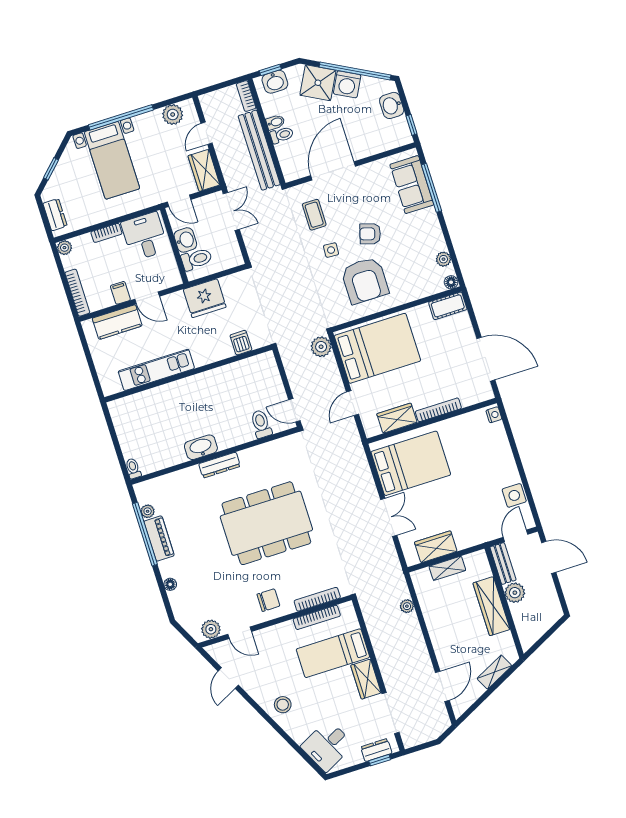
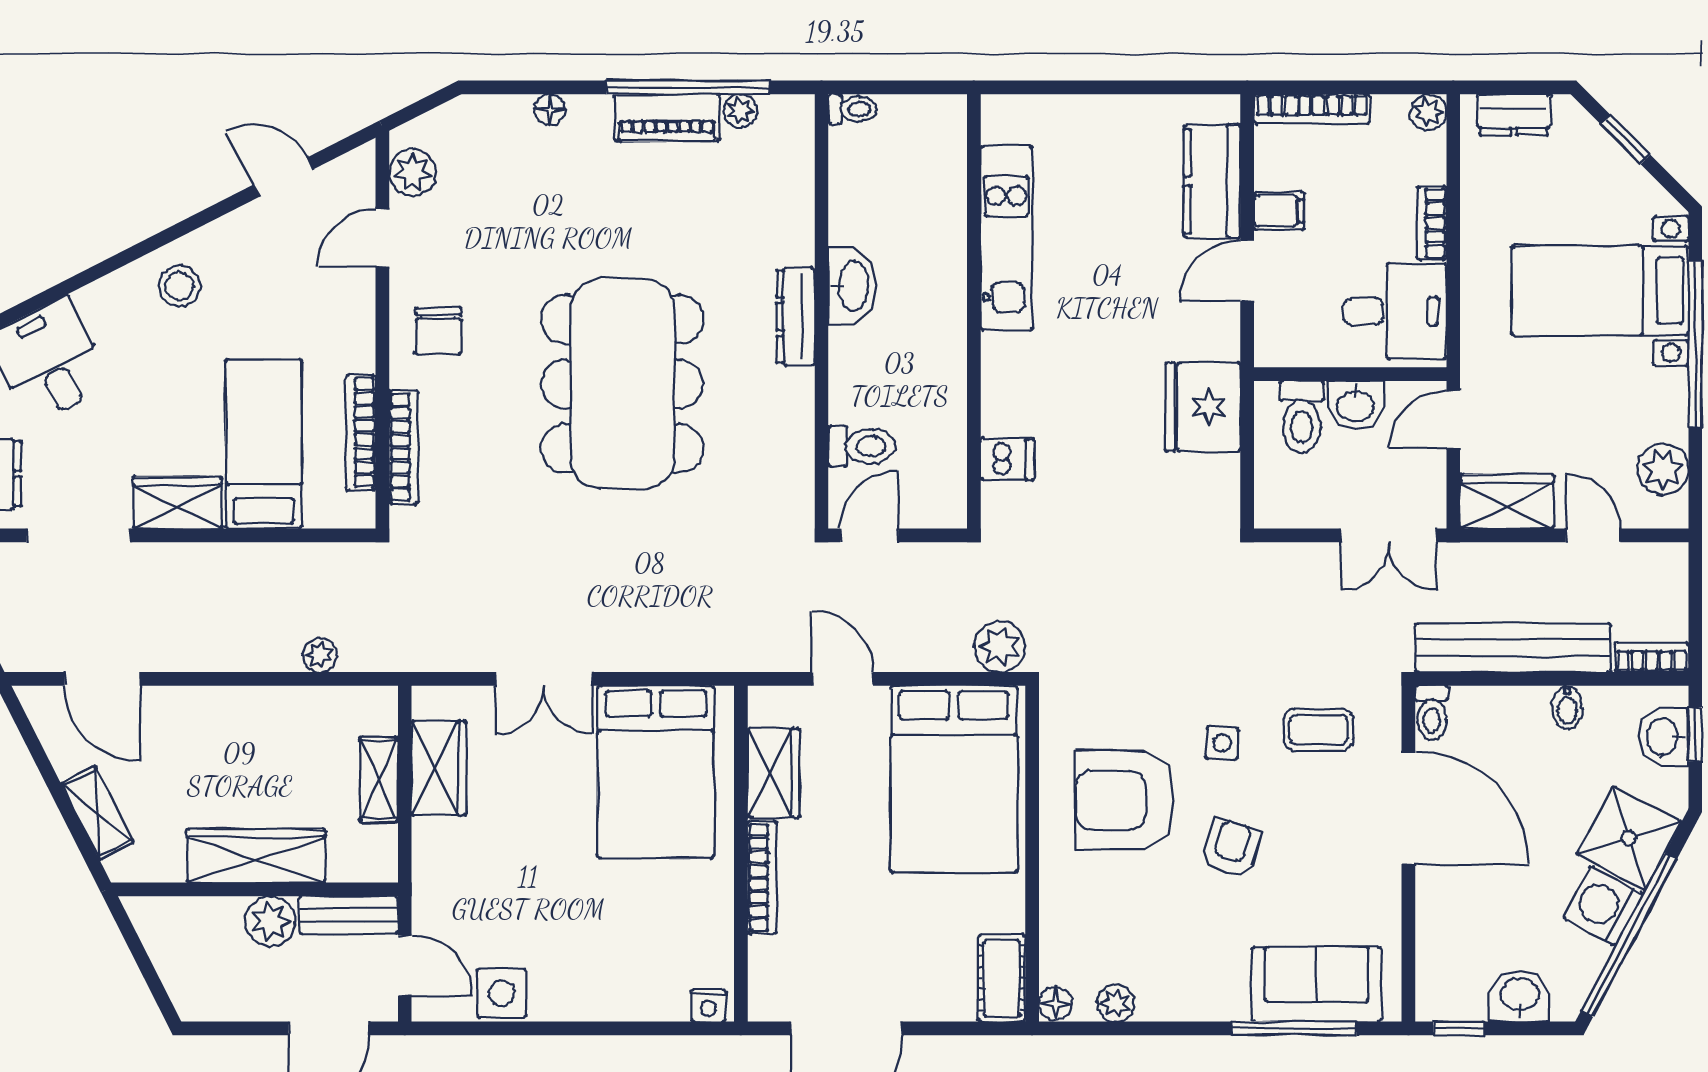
toilet: (282, 135) -> (1432, 713), moved
dishwasher: (241, 343) -> (1007, 459), moved
kitchen unit: (156, 370) -> (1006, 238), moved
wall: (188, 373) -> (974, 311), moved

